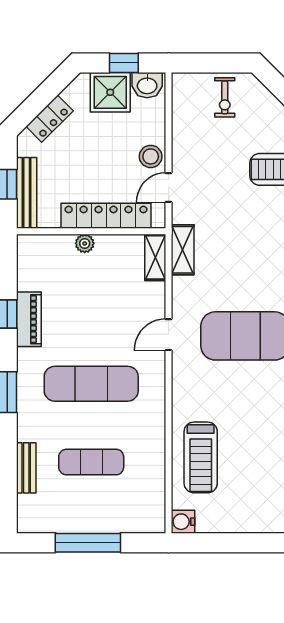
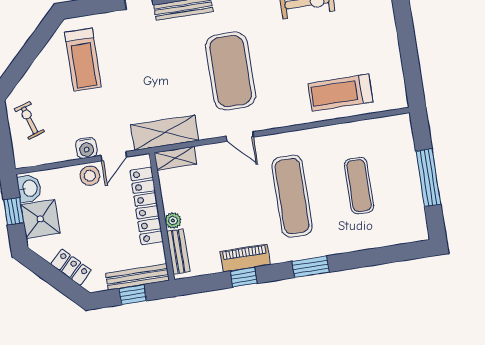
exercise bike: (225, 97) -> (29, 120), turned -107
door: (169, 187) -> (114, 156), hinge flipped
shelving: (183, 250) -> (165, 133), width x1.50, depth x1.33
treadmill: (201, 457) -> (340, 93), turned 180
bench: (26, 468) -> (178, 252), moved, turned 90
water cooler: (183, 522) -> (86, 148), moved

